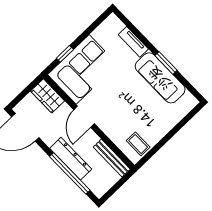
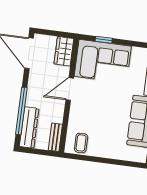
bench: (112, 158) -> (55, 137), width x0.73
dresser: (71, 159) -> (29, 127), moved

